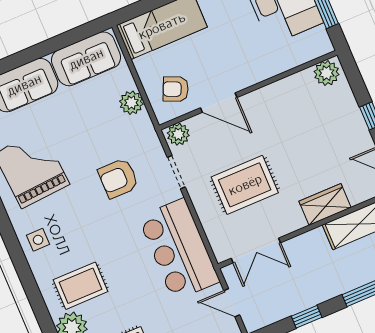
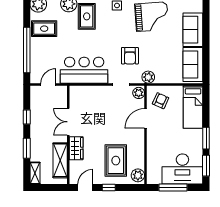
plant: (131, 103) -> (148, 77), moved
armchair: (118, 178) -> (130, 56), turned 180
rug: (245, 185) -> (116, 161), moved
double door: (256, 250) -> (68, 122), moved

